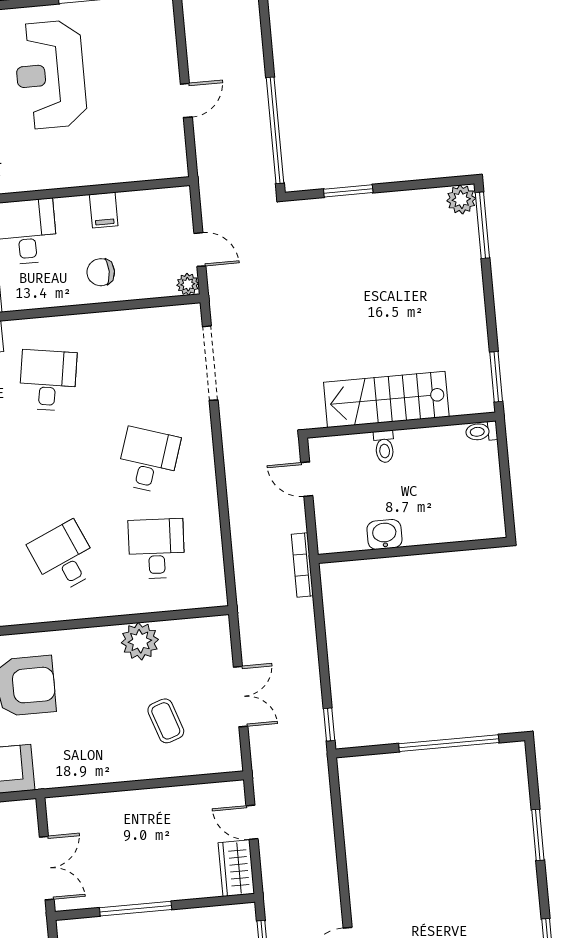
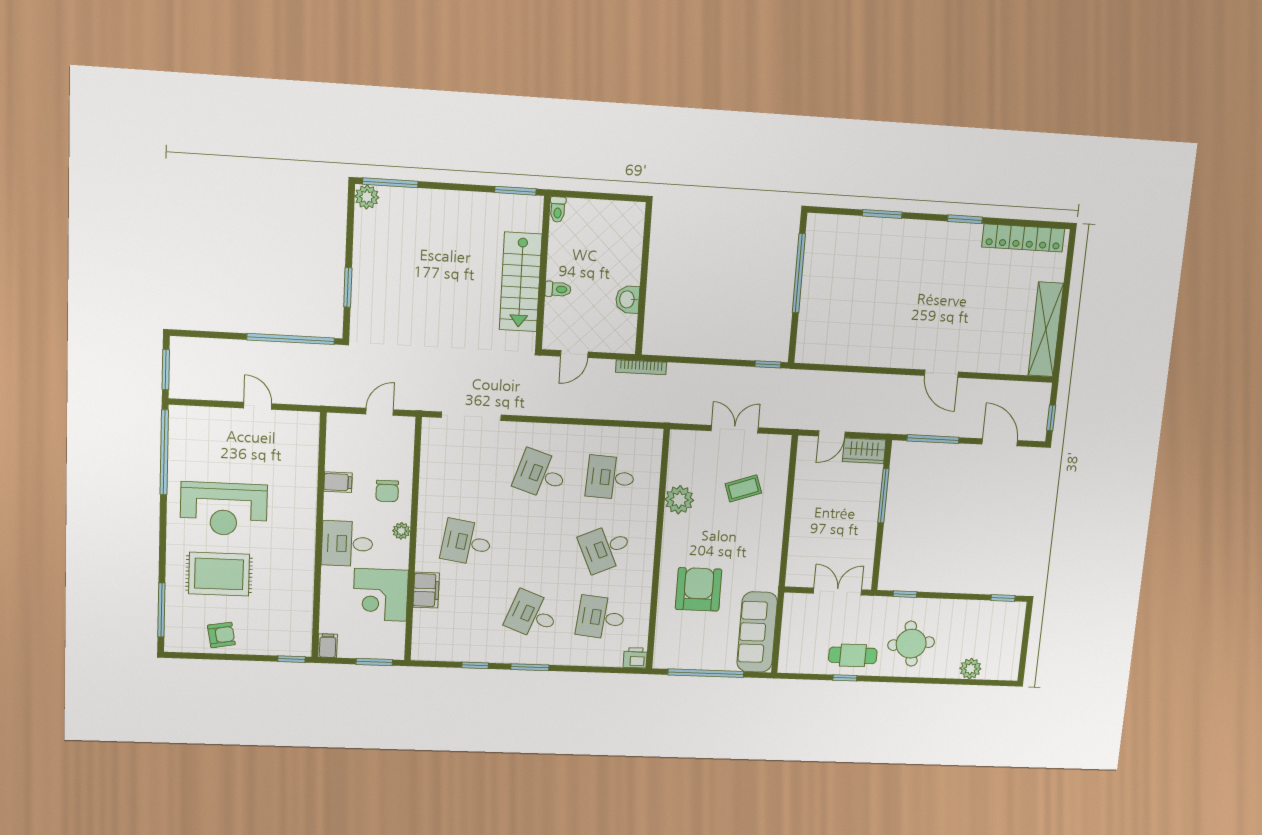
plant: (188, 284) -> (401, 531), moved
window: (136, 909) -> (883, 496), moved

